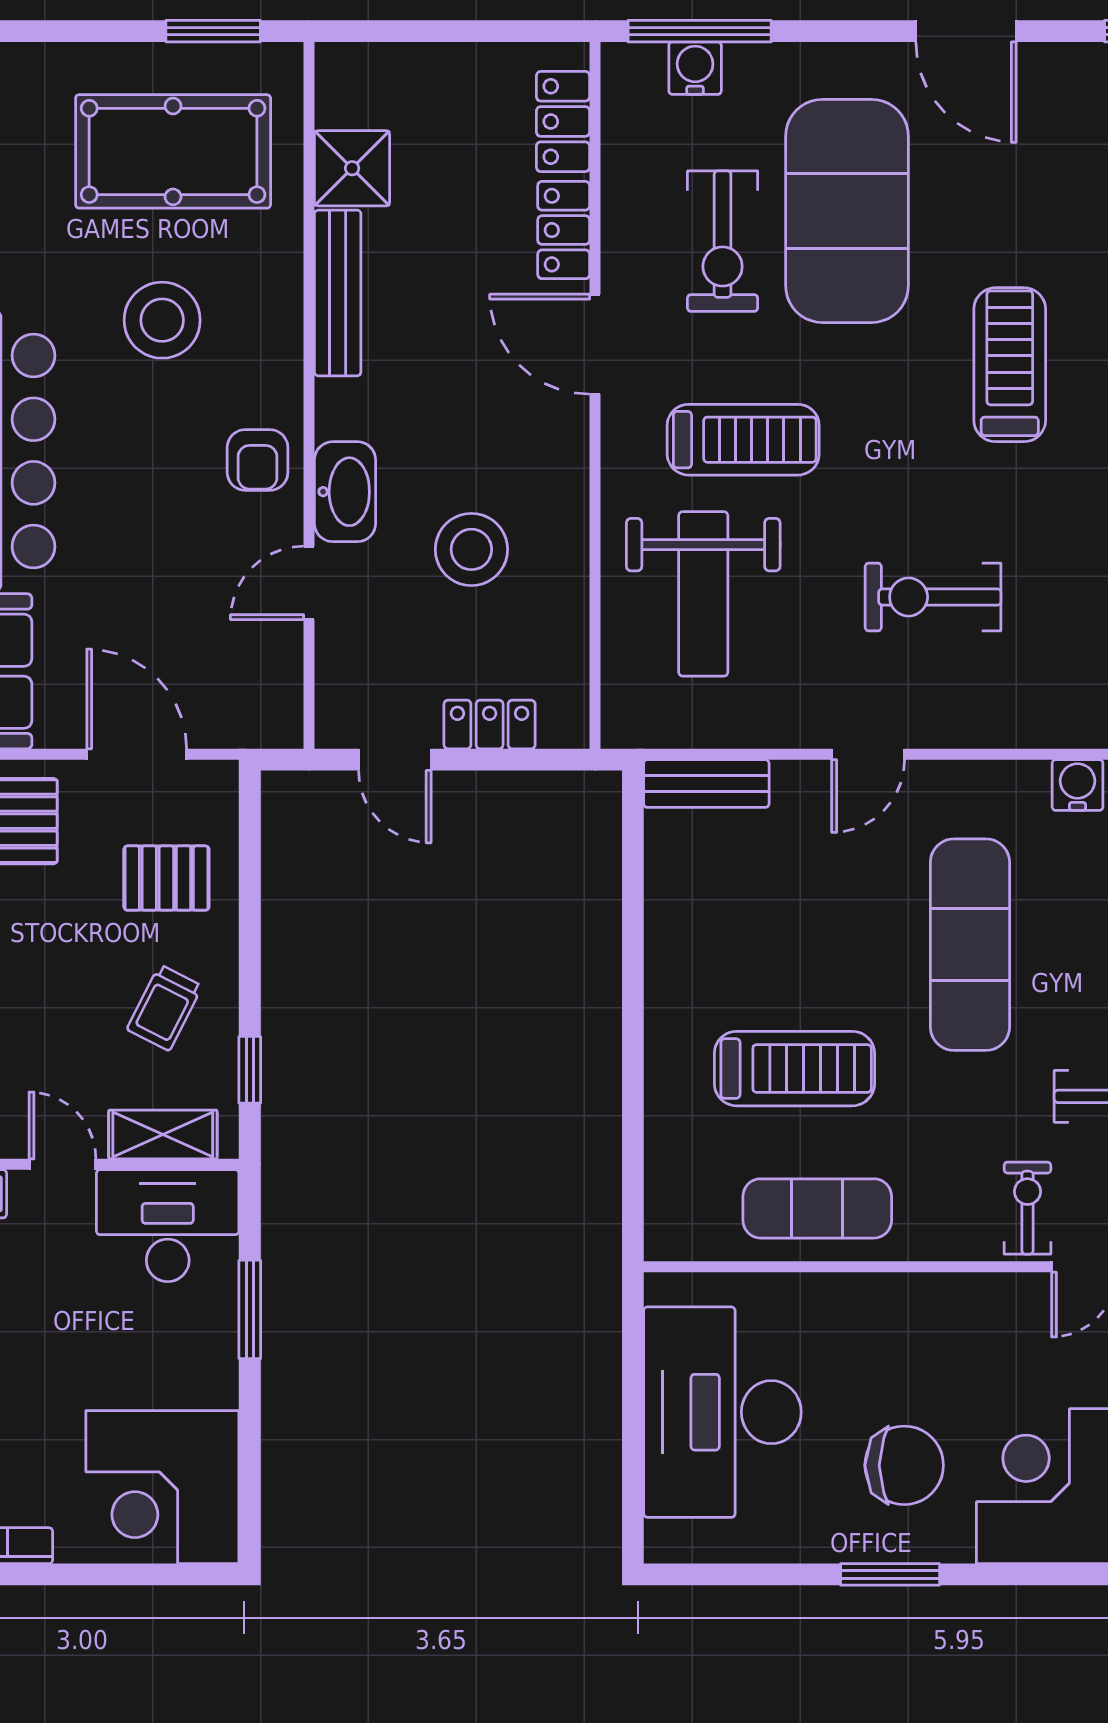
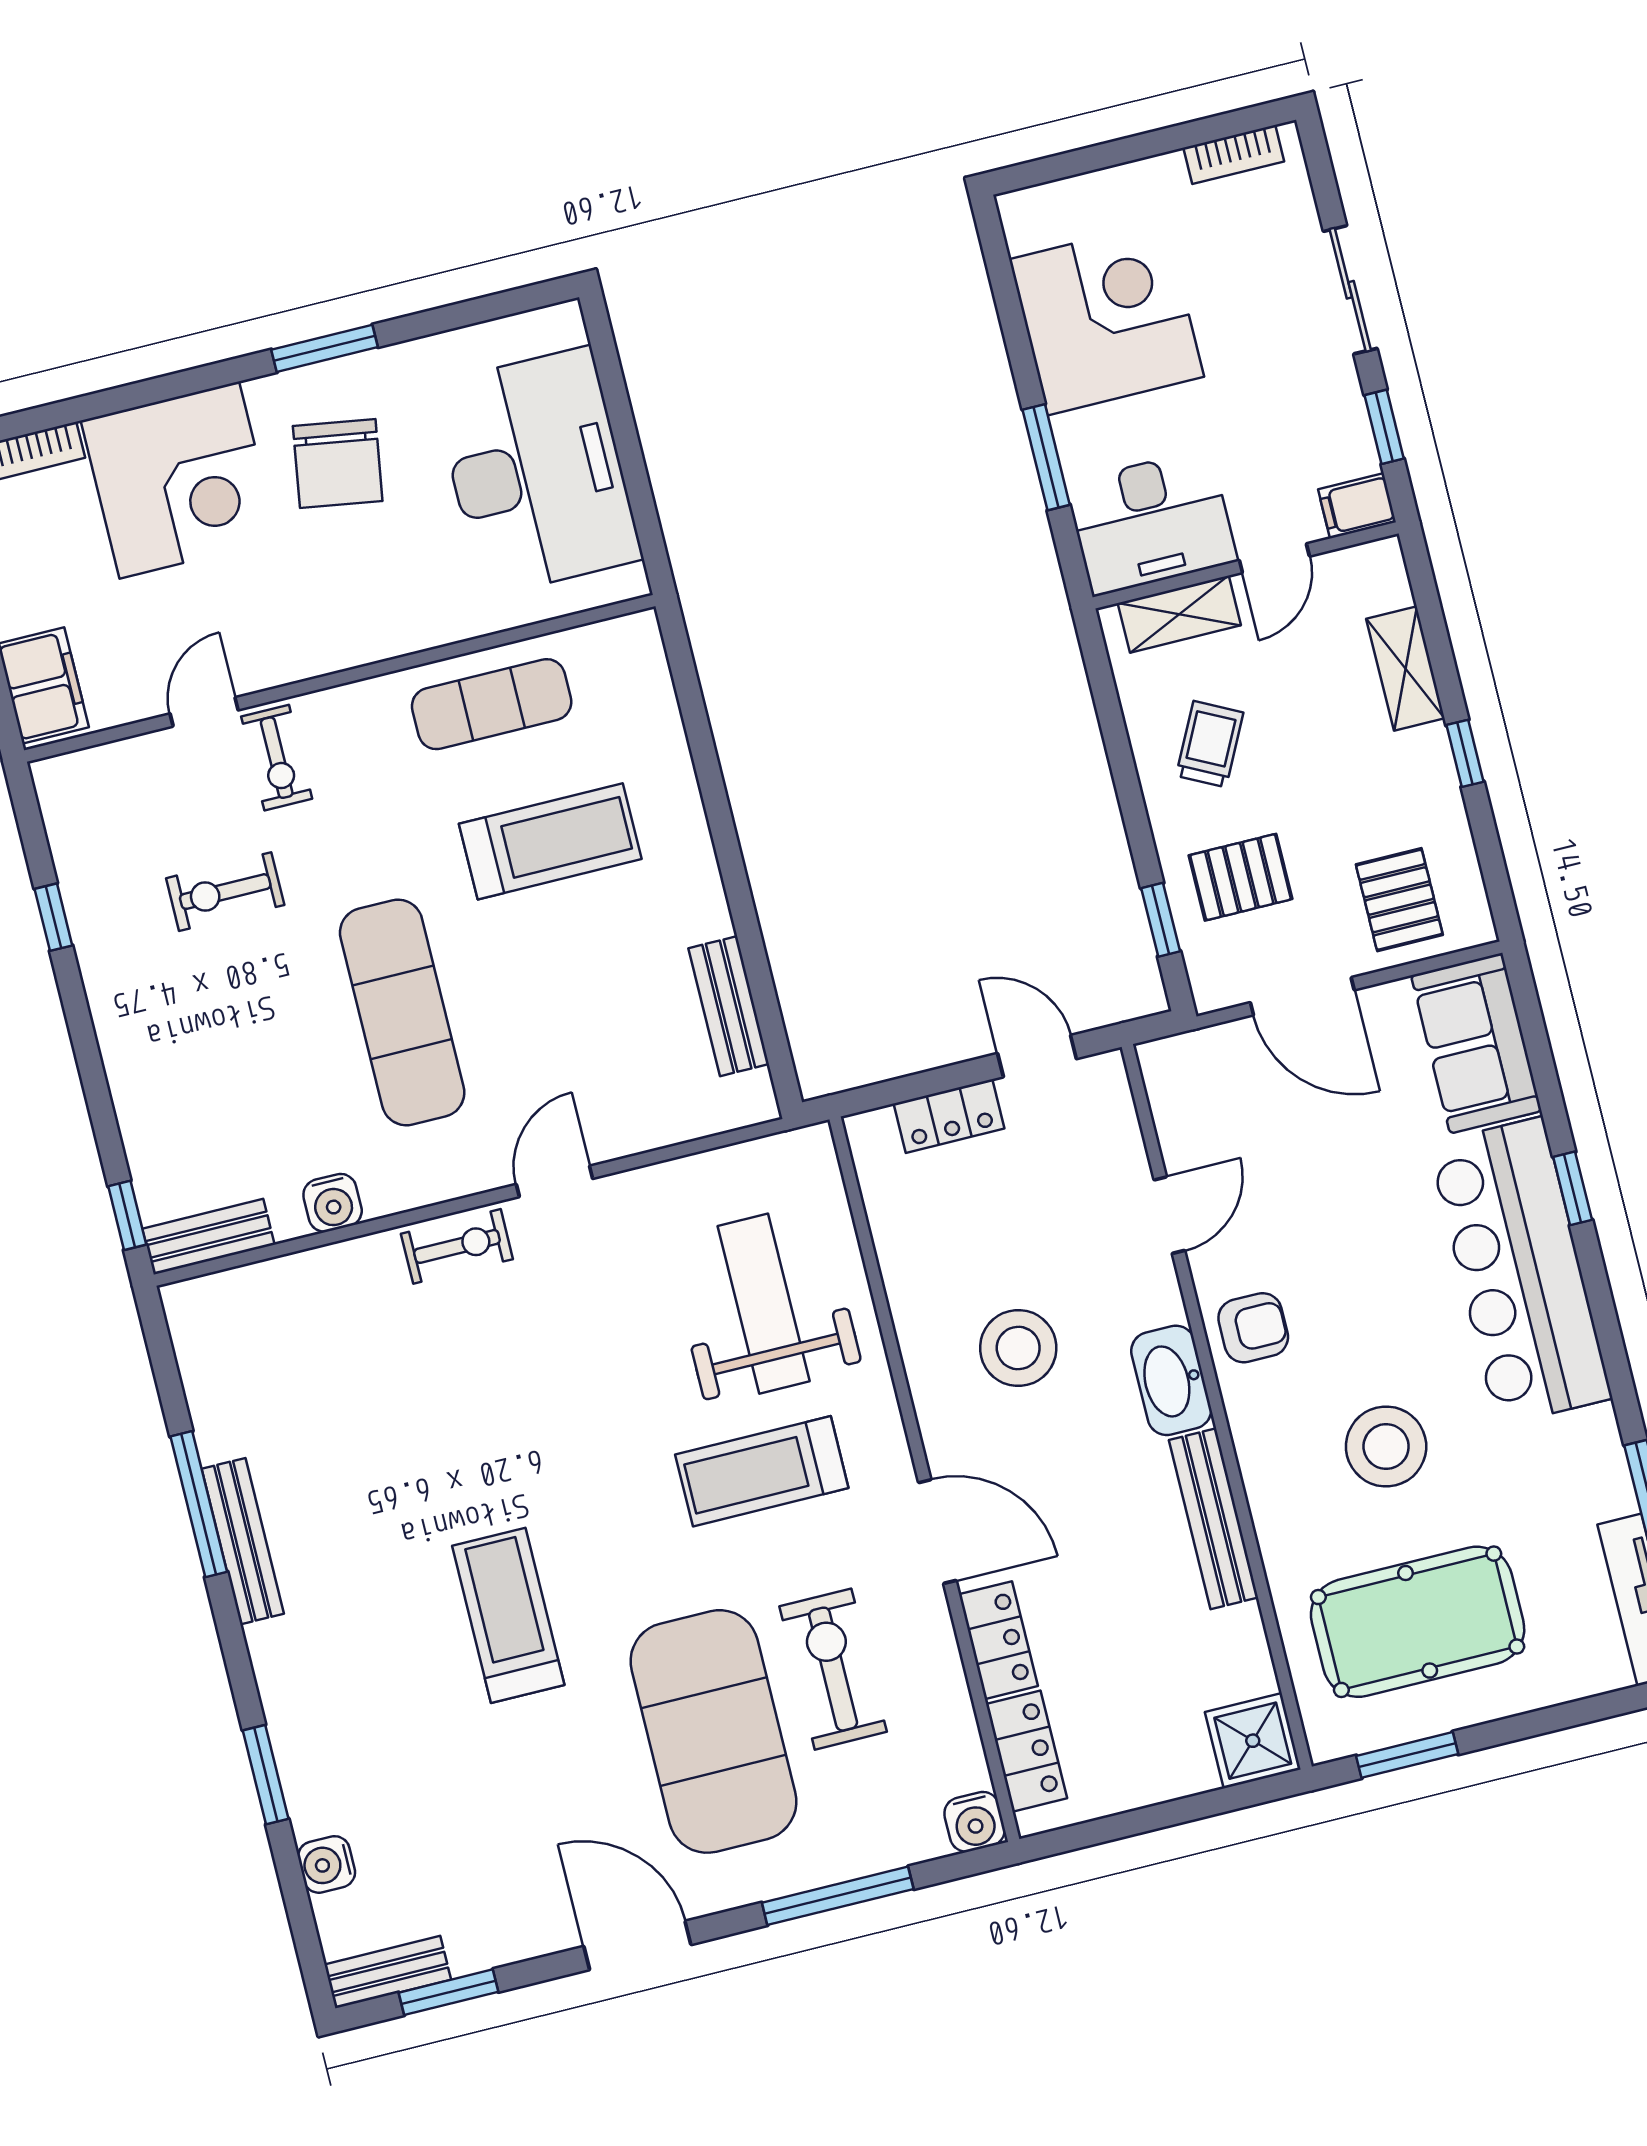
window: (700, 31) -> (838, 1896), moved
water cooler: (695, 68) -> (975, 1822), moved
shower: (352, 168) -> (1253, 1741), moved
treadmill: (1010, 365) -> (508, 1615), turned 180
armchair: (258, 460) -> (1253, 1328), turned 90
washbasin: (345, 492) -> (1171, 1380), moved
stool: (471, 549) -> (1018, 1348), moved
exercise bike: (933, 597) -> (457, 1246), moved, width x0.73, depth x0.72
bench: (706, 784) -> (729, 1006), moved, turned 90
treadmill: (794, 1069) -> (550, 841), turned 180
window: (250, 1070) -> (1161, 920), moved
door: (62, 1164) -> (1274, 558), hinge flipped
chair: (904, 1465) -> (338, 464), turned -81
corner desk: (162, 1487) -> (1107, 318), moved

